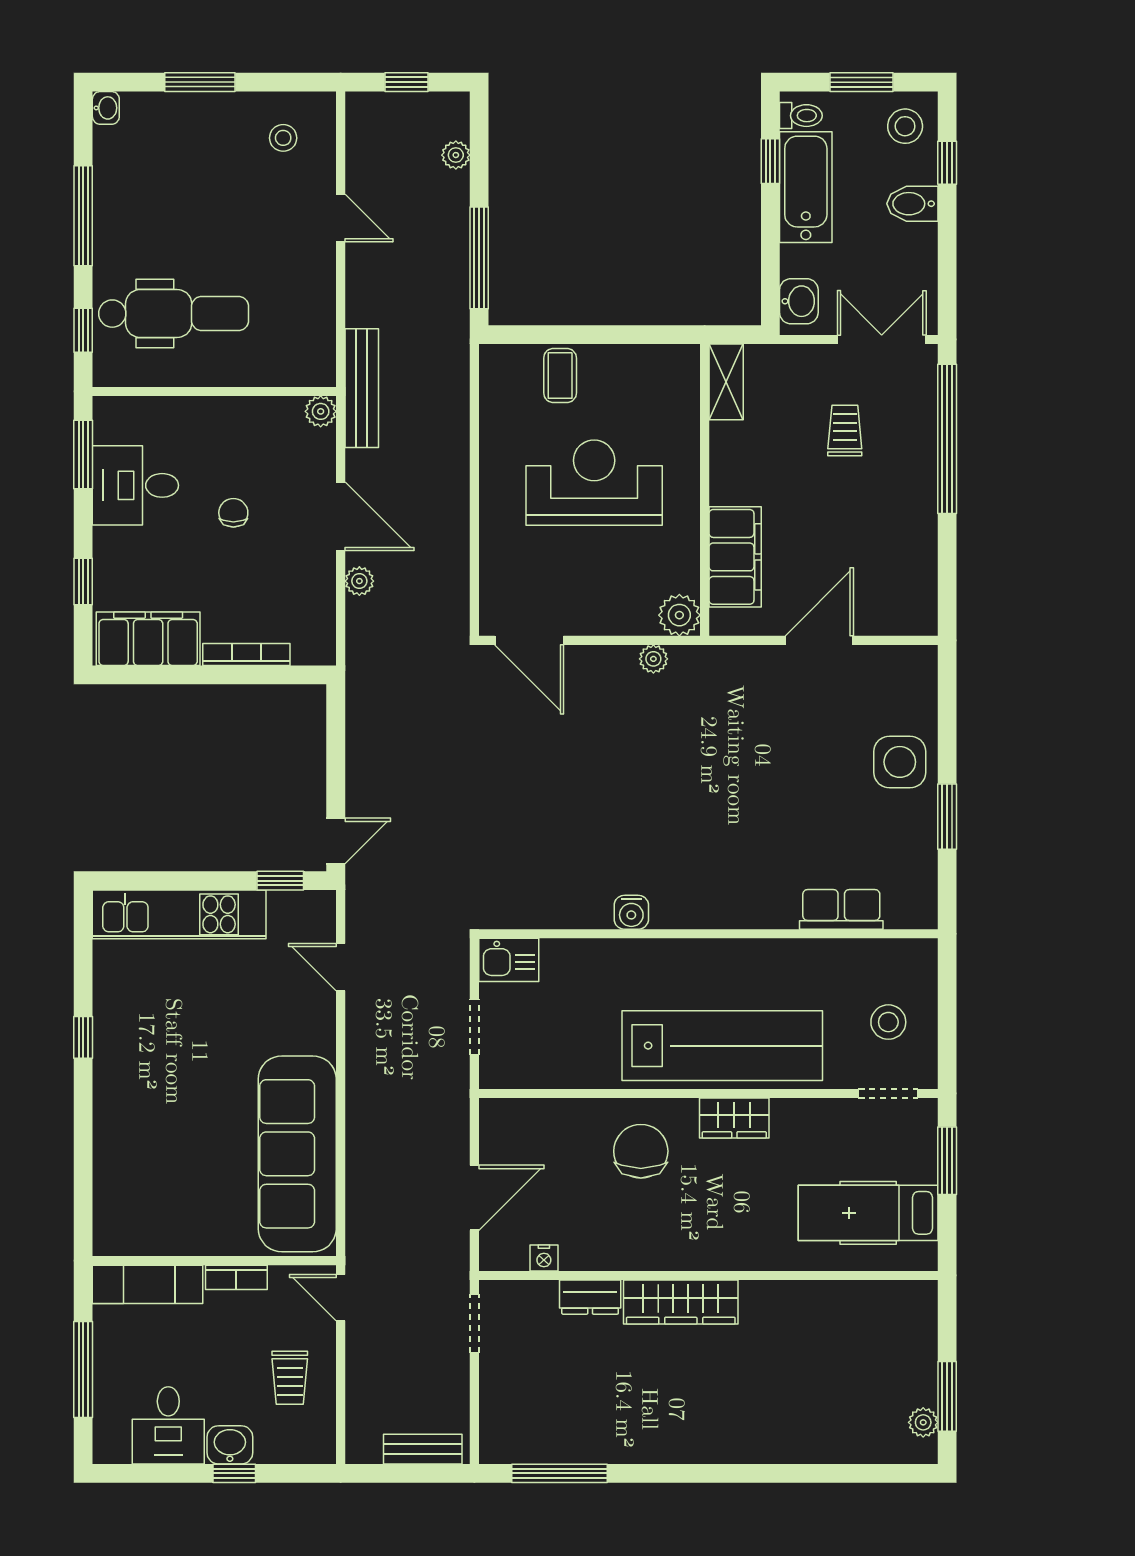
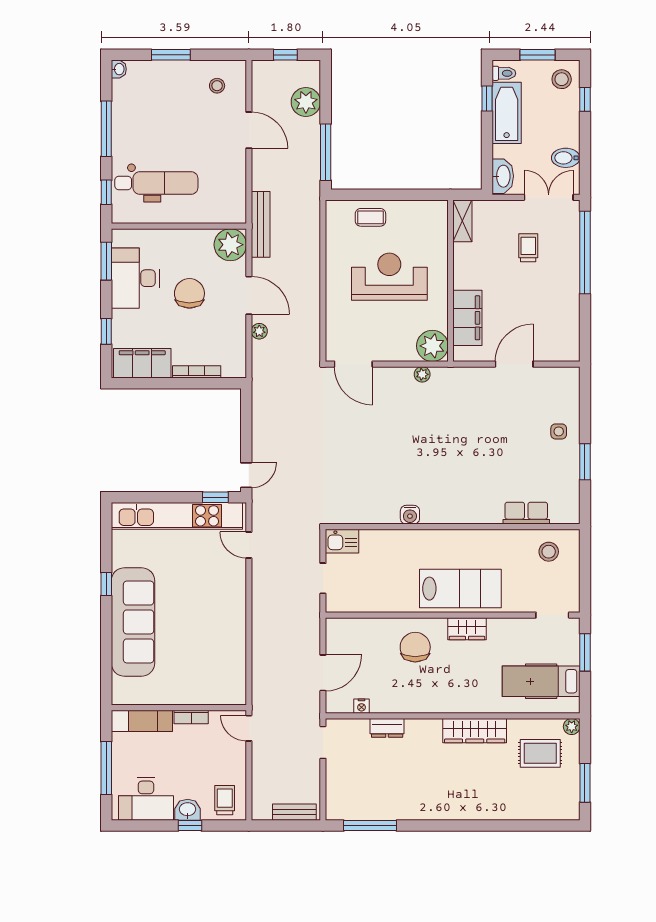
plant: (456, 155) -> (306, 102), width x1.87, depth x1.87
bidet: (912, 204) -> (566, 158), moved
door: (341, 218) -> (249, 130), width x1.38
washbasin: (799, 301) -> (503, 176), width x1.38
coffee table: (560, 375) -> (370, 217), turned 90
plant: (321, 411) -> (230, 245), width x1.87, depth x1.87
desk: (135, 485) -> (135, 278), width x1.37
chair: (233, 513) -> (189, 293), width x1.87, depth x1.87
plant: (679, 615) -> (432, 346), width x1.36, depth x1.36
side table: (900, 762) -> (559, 431), width x0.54, depth x0.54
kitchen unit: (179, 914) -> (177, 516), width x1.36
stool: (888, 1022) -> (549, 552), moved
lab bench: (722, 1046) -> (460, 589), width x0.73
sofa: (297, 1154) -> (133, 622), moved, turned 180
wardrobe: (681, 1302) -> (475, 731), moved
rug: (866, 1343) -> (540, 753), added
trolley: (290, 1378) -> (225, 800), moved, turned 180
plant: (923, 1422) -> (572, 727), moved
desk: (168, 1425) -> (146, 799), width x1.37

